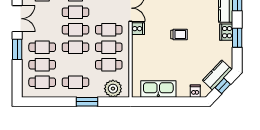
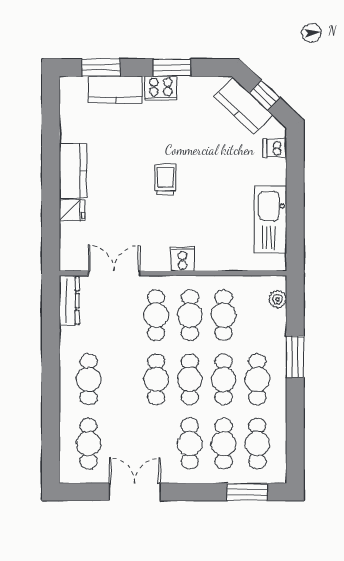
cafe table: (75, 12) -> (224, 379), moved
cooker: (138, 29) -> (182, 259), moved
window: (17, 49) -> (247, 492), moved
plant: (113, 89) -> (278, 299), width x0.53, depth x0.53

